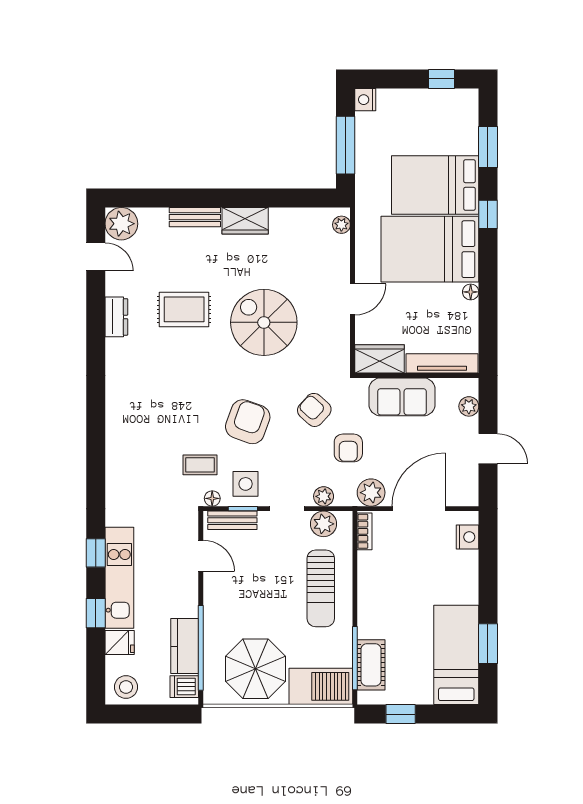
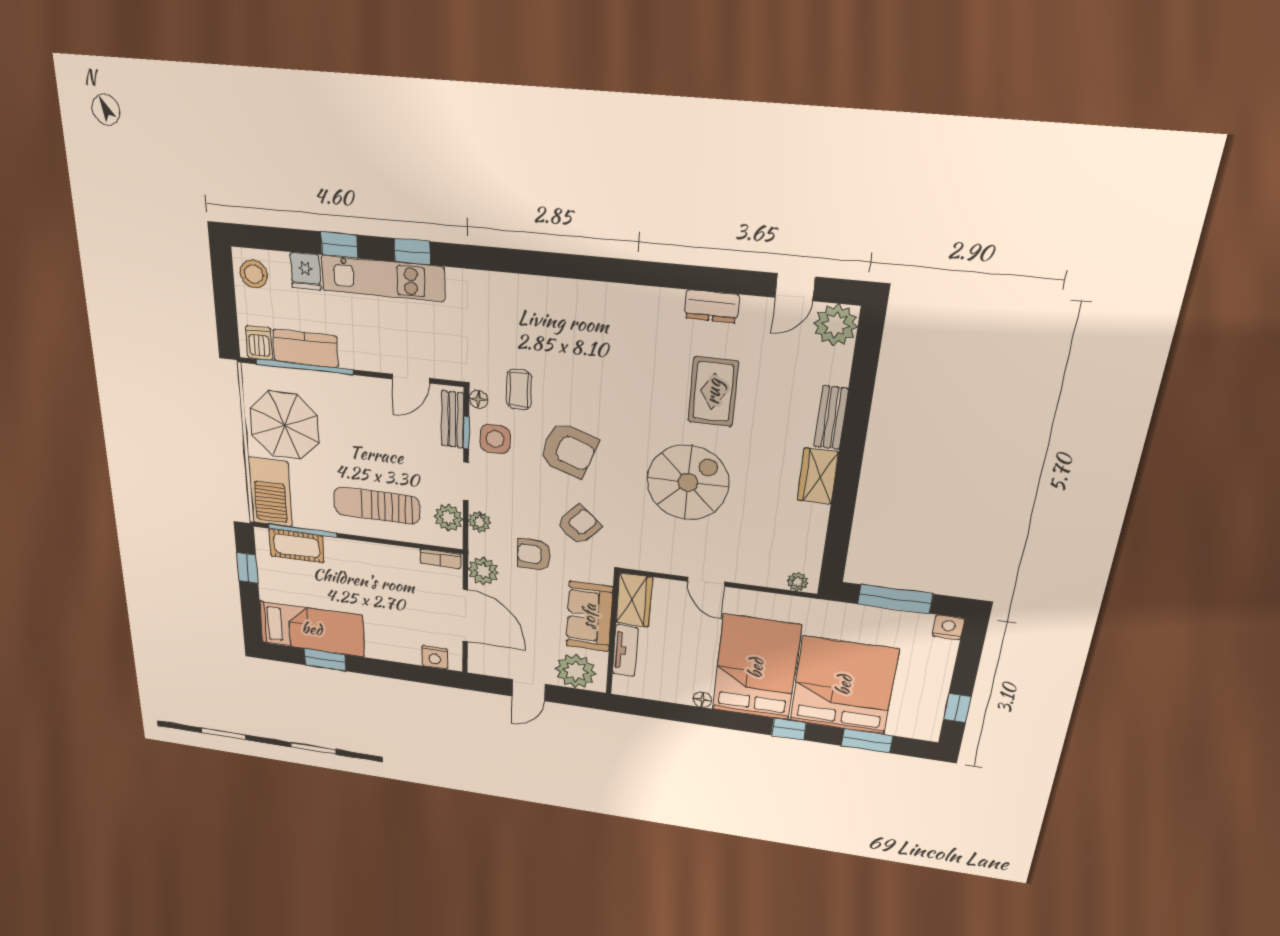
bed: (435, 185) -> (844, 685), width x1.36
tv unit: (442, 363) -> (625, 651), width x0.71
plant: (469, 406) -> (576, 671), width x1.87, depth x1.87

